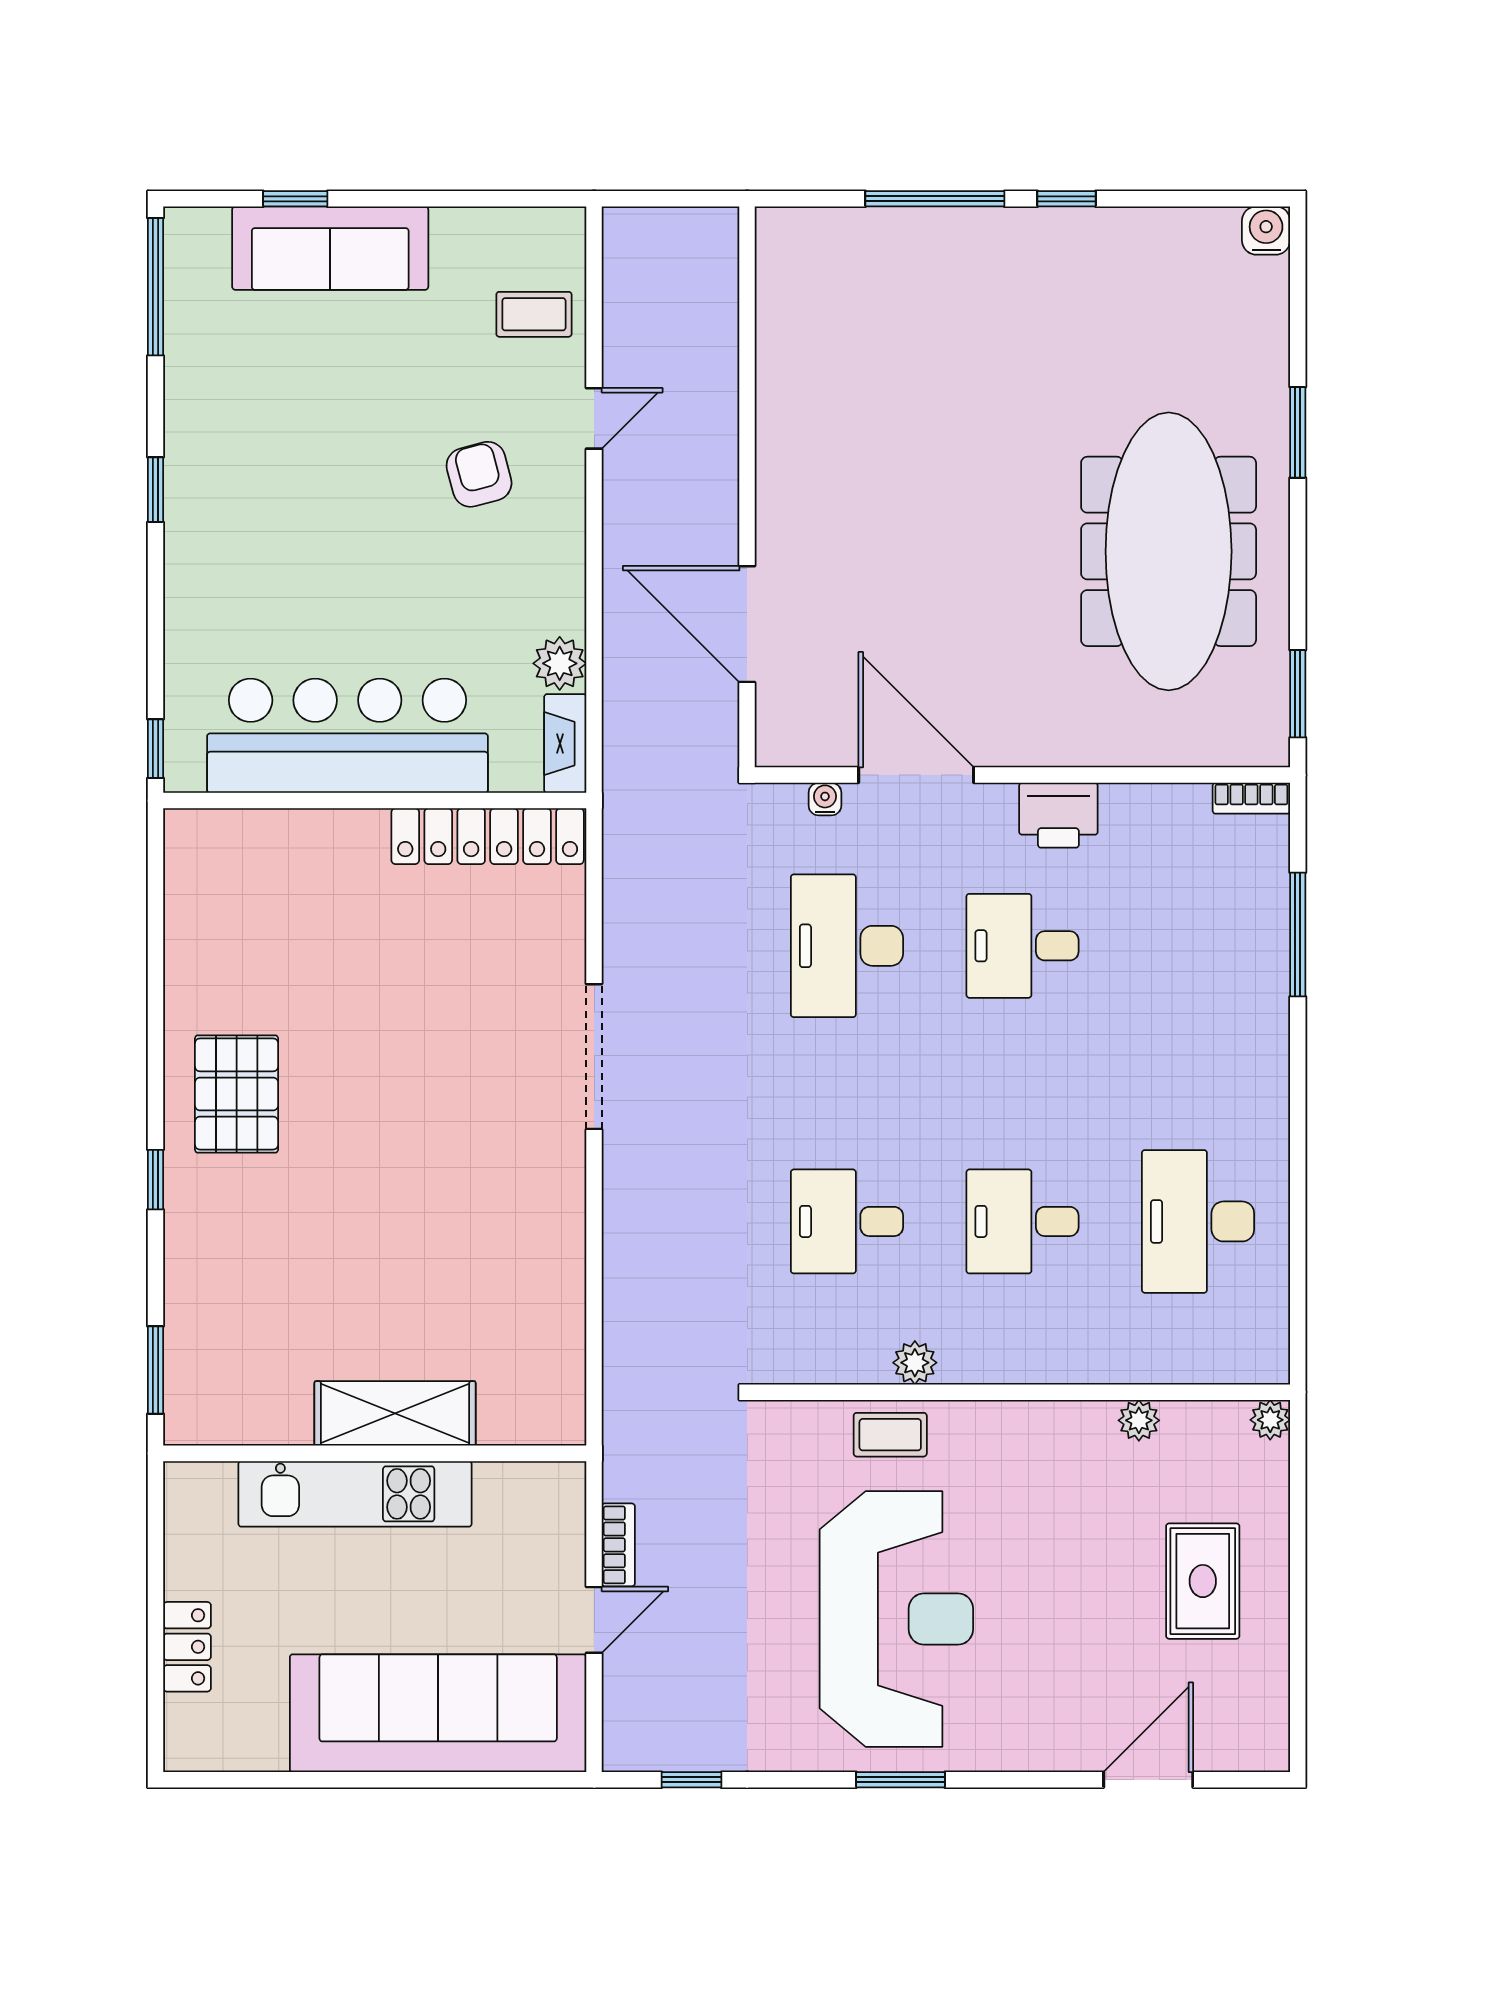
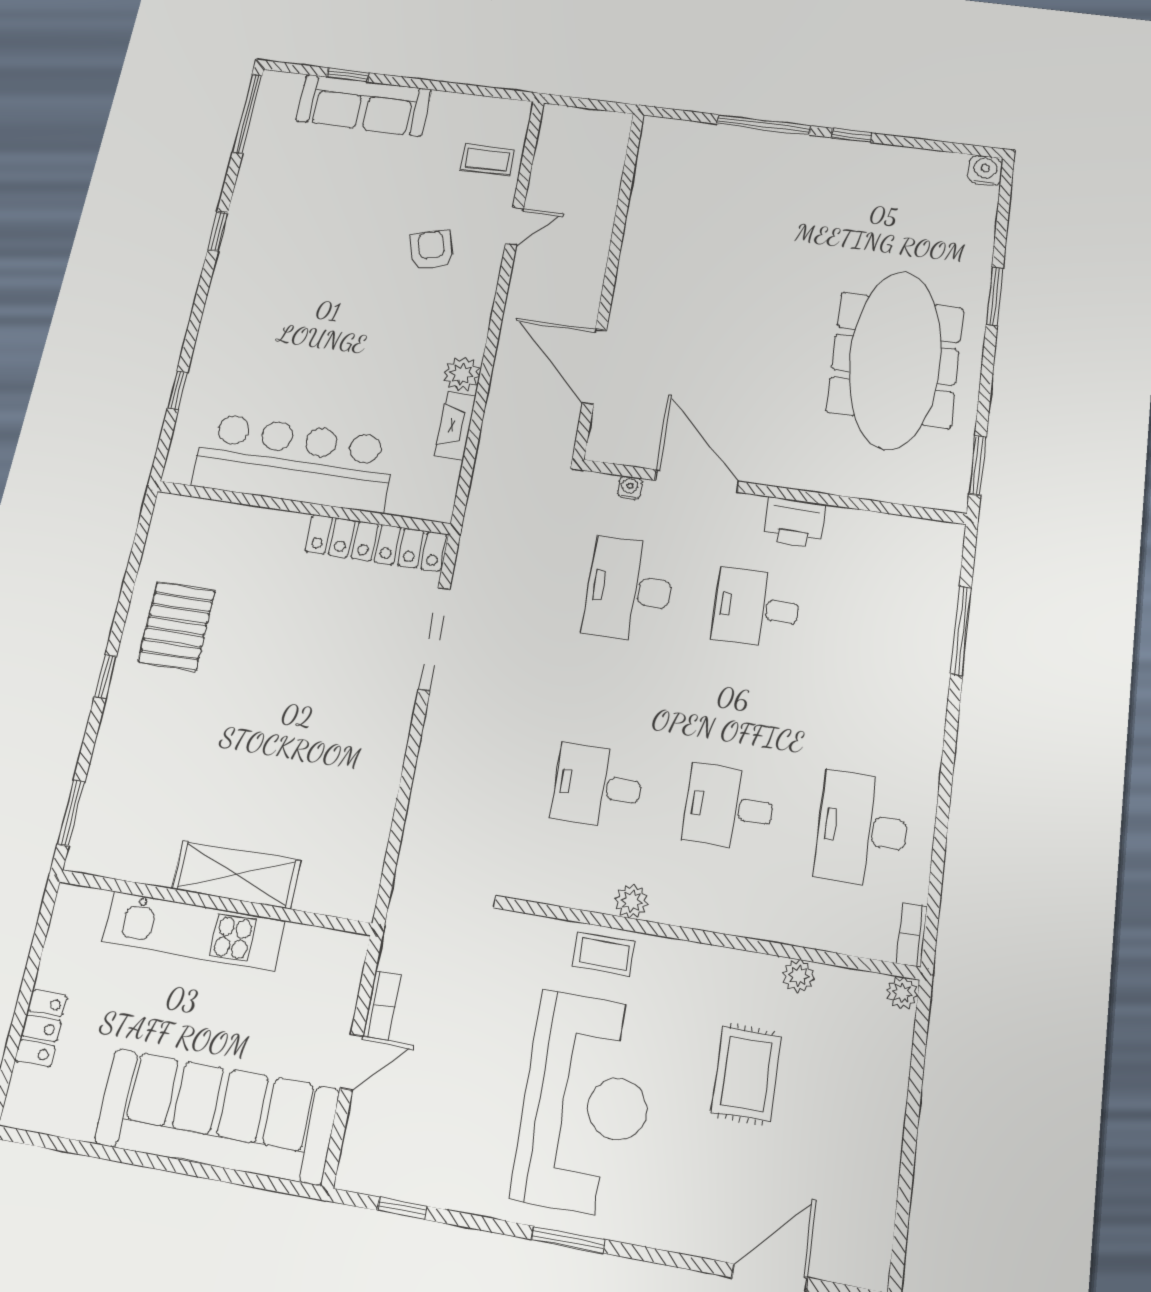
bar counter: (347, 736) -> (294, 462), moved
bookcase: (1251, 798) -> (912, 935), moved, turned 90
wall: (375, 801) -> (303, 508), moved
locker: (488, 836) -> (376, 543), moved
rug: (1203, 1581) -> (746, 1074), moved

